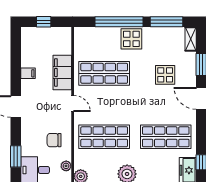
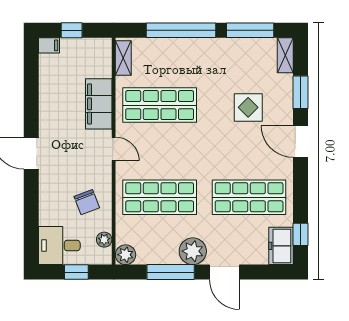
display table: (131, 39) -> (199, 55), removed
shelving: (79, 41) -> (123, 58), added
filing cabinet: (28, 73) -> (49, 45), moved
chair: (54, 140) -> (87, 202), turned -111
window: (16, 156) -> (31, 226), removed

